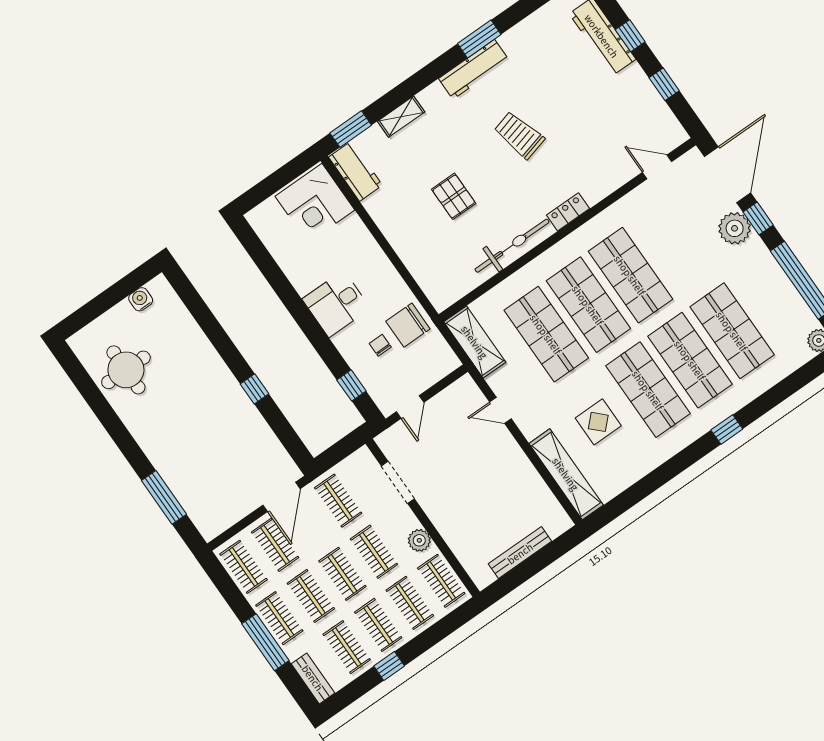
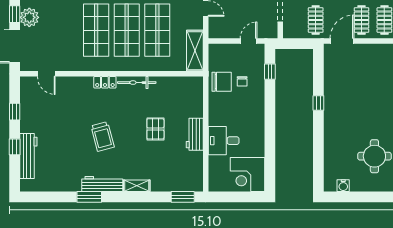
shelving: (401, 117) -> (137, 186), moved
workbench: (355, 171) -> (195, 134), moved
corner desk: (315, 203) -> (247, 175), moved, turned 180
bicycle: (512, 246) -> (137, 83), width x0.73, depth x0.71
desk: (336, 304) -> (224, 141), moved, turned 180

